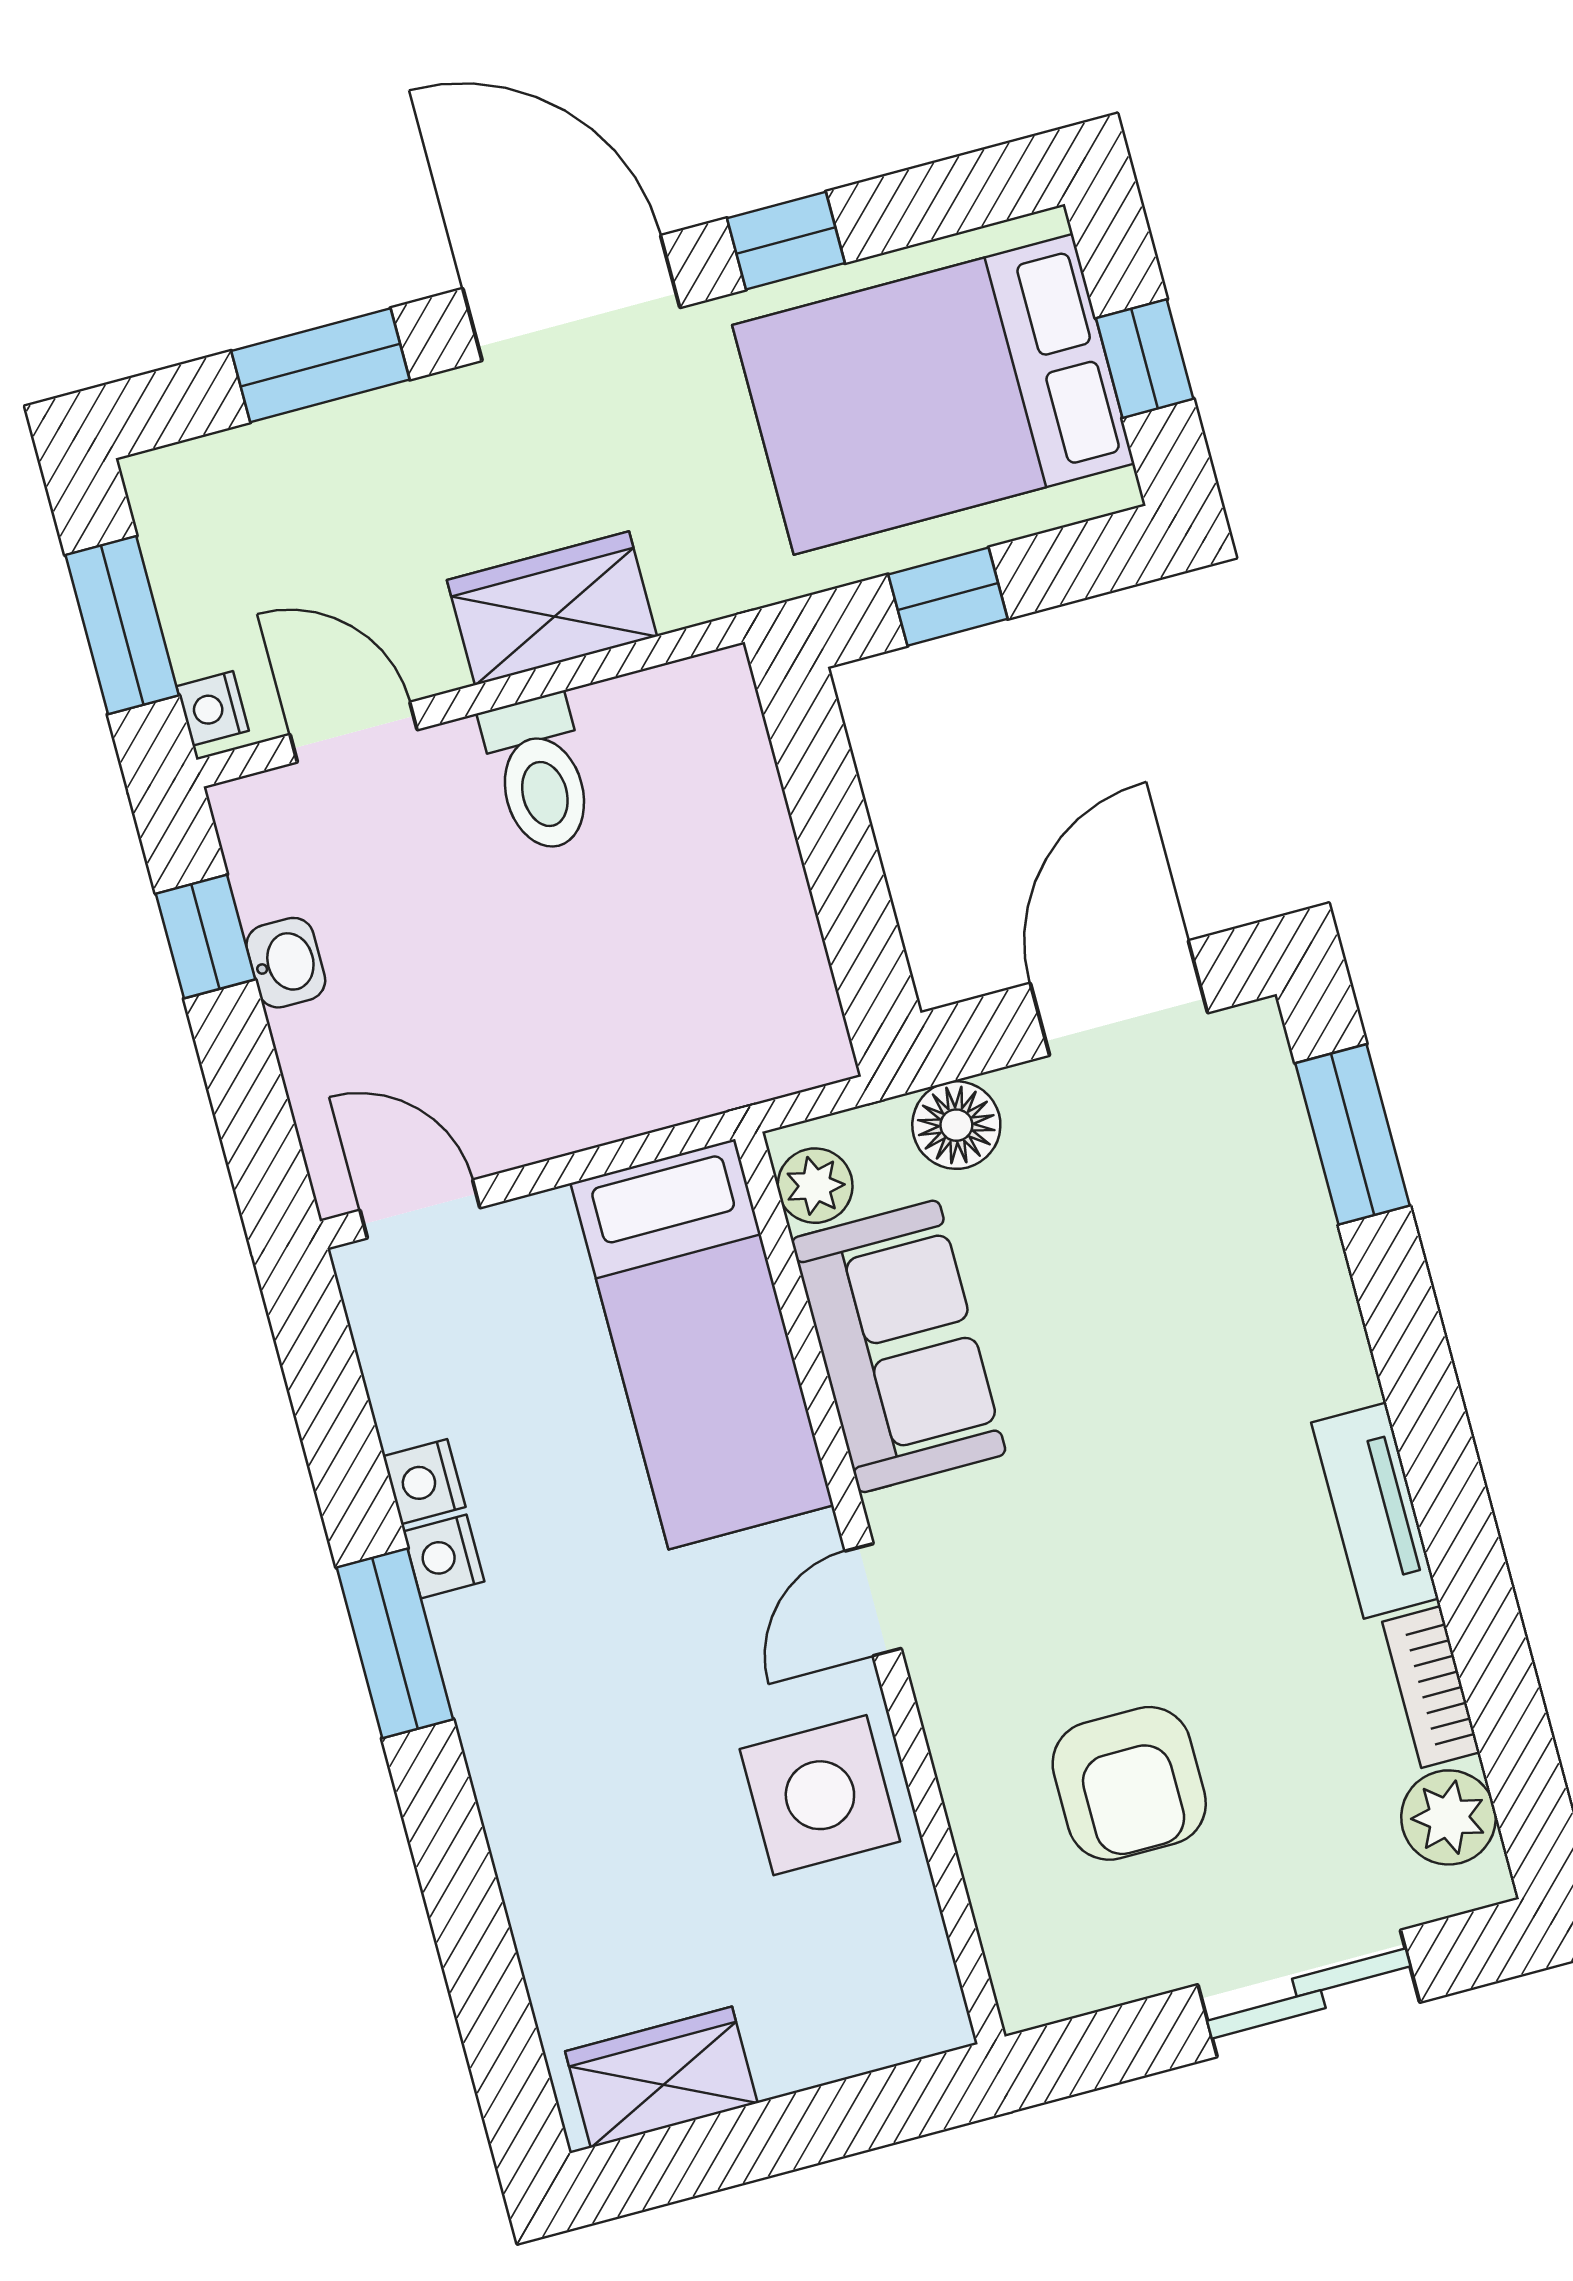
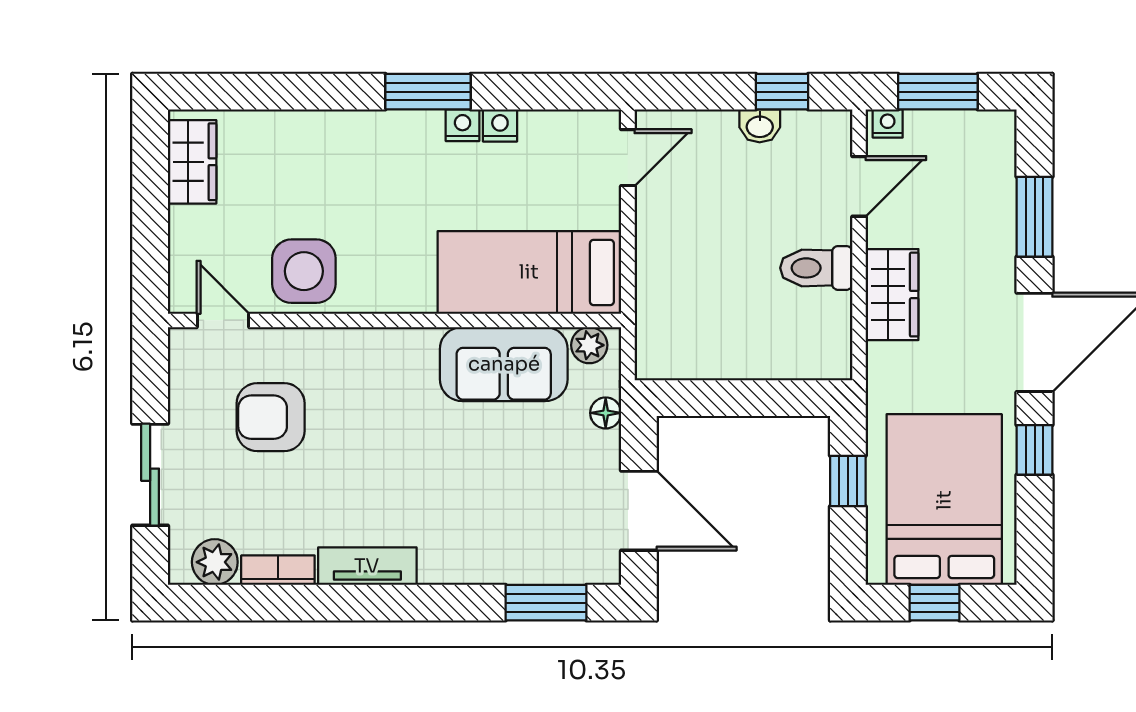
floor lamp: (956, 1125) -> (606, 413), width x0.73, depth x0.73
door: (873, 1600) -> (223, 320), moved

